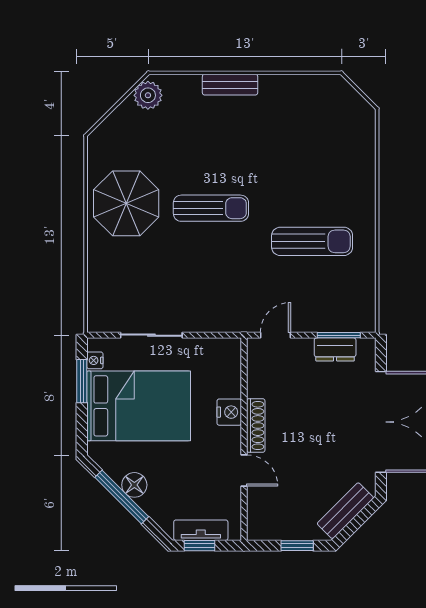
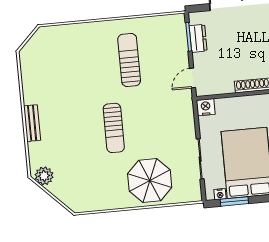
parasol: (126, 203) -> (150, 180), moved
sun lounger: (211, 208) -> (114, 128), turned 180
door: (276, 335) -> (193, 78), hinge flipped
nightstand: (229, 412) -> (206, 107), moved

